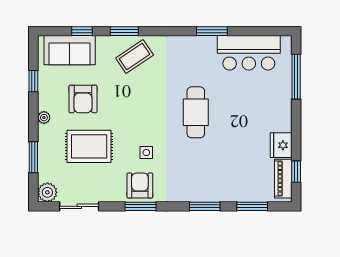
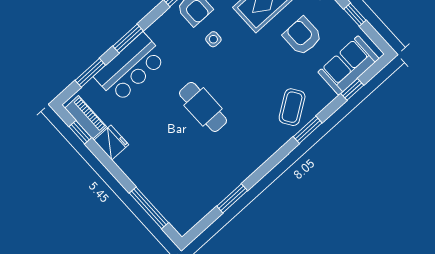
window: (124, 31) -> (308, 130), moved
window: (212, 31) -> (232, 198), moved
bar counter: (249, 53) -> (130, 68), moved, turned 180

